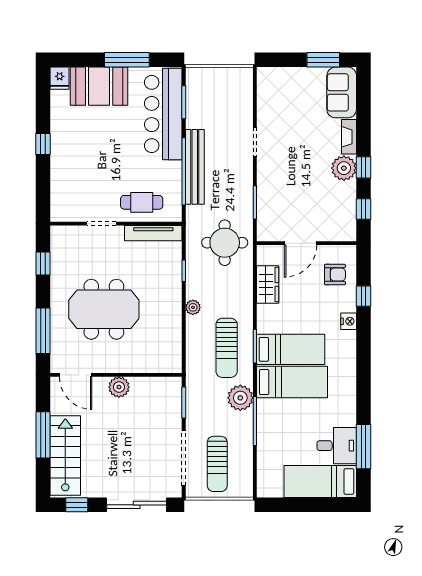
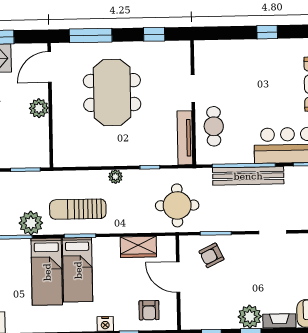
armchair: (278, 207) -> (211, 255), added

